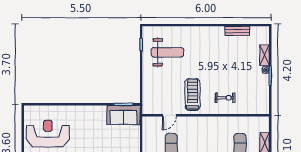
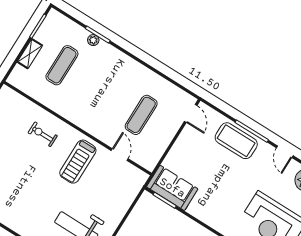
door: (169, 115) -> (120, 155), hinge flipped

